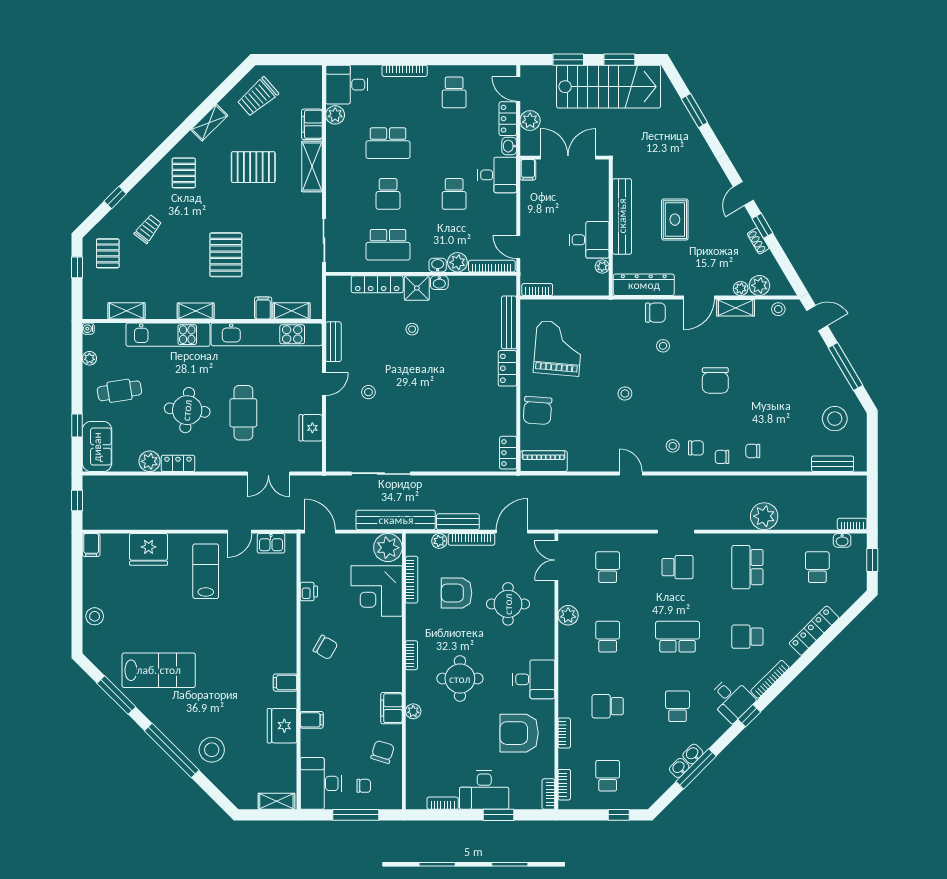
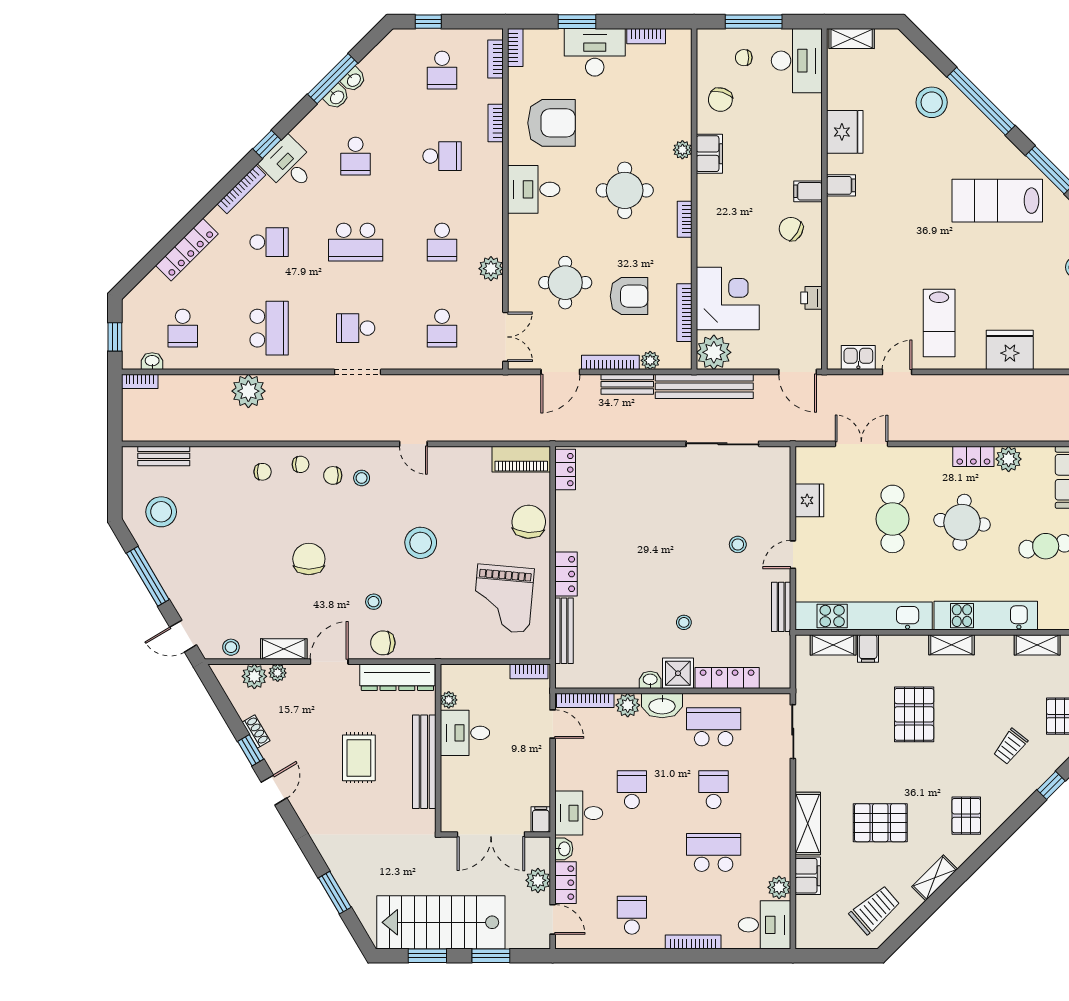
washbasin: (438, 265) -> (662, 706), width x1.91, depth x1.45
stool: (625, 393) -> (421, 543), width x1.89, depth x1.89
filing cabinet: (312, 720) -> (808, 191), moved

